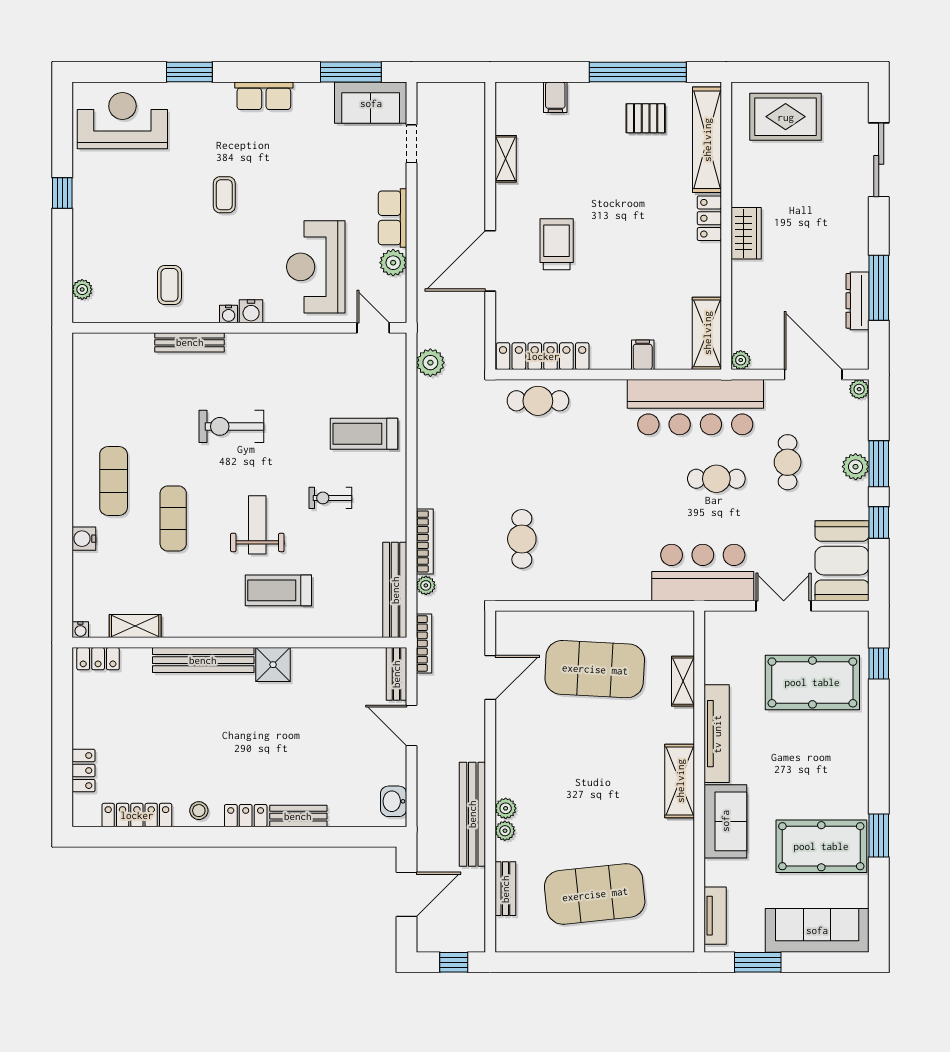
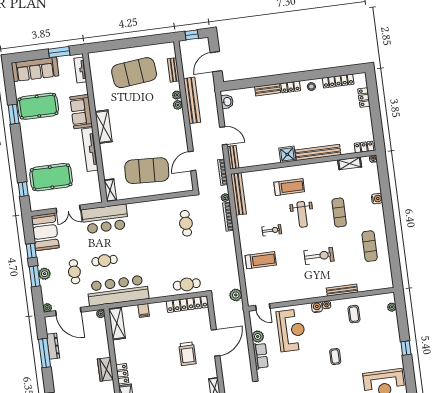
exercise mat: (114, 481) -> (370, 246), moved
shelving: (683, 681) -> (110, 190), moved

